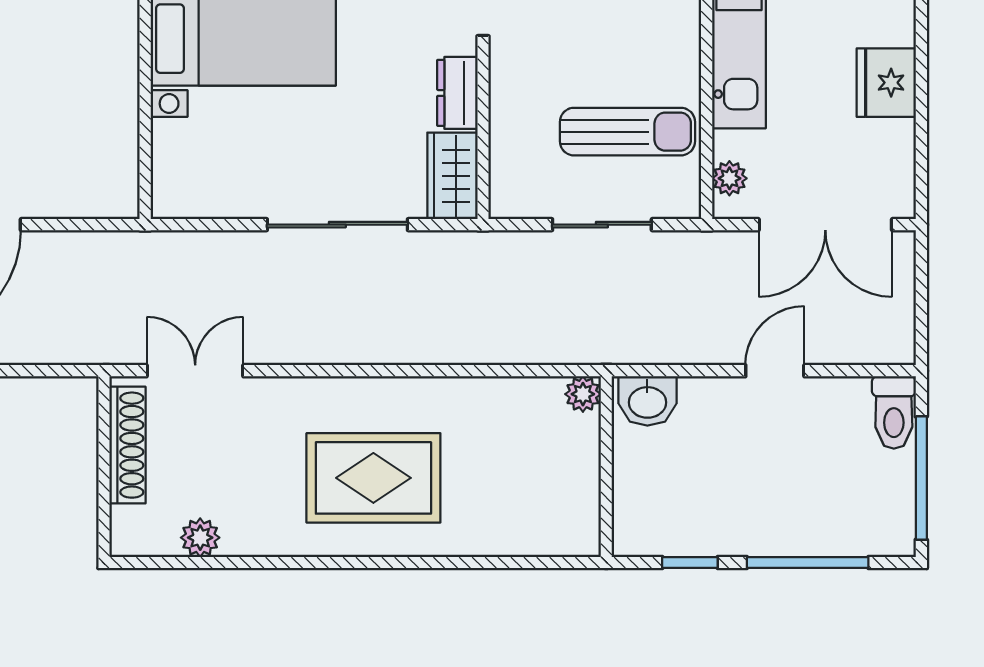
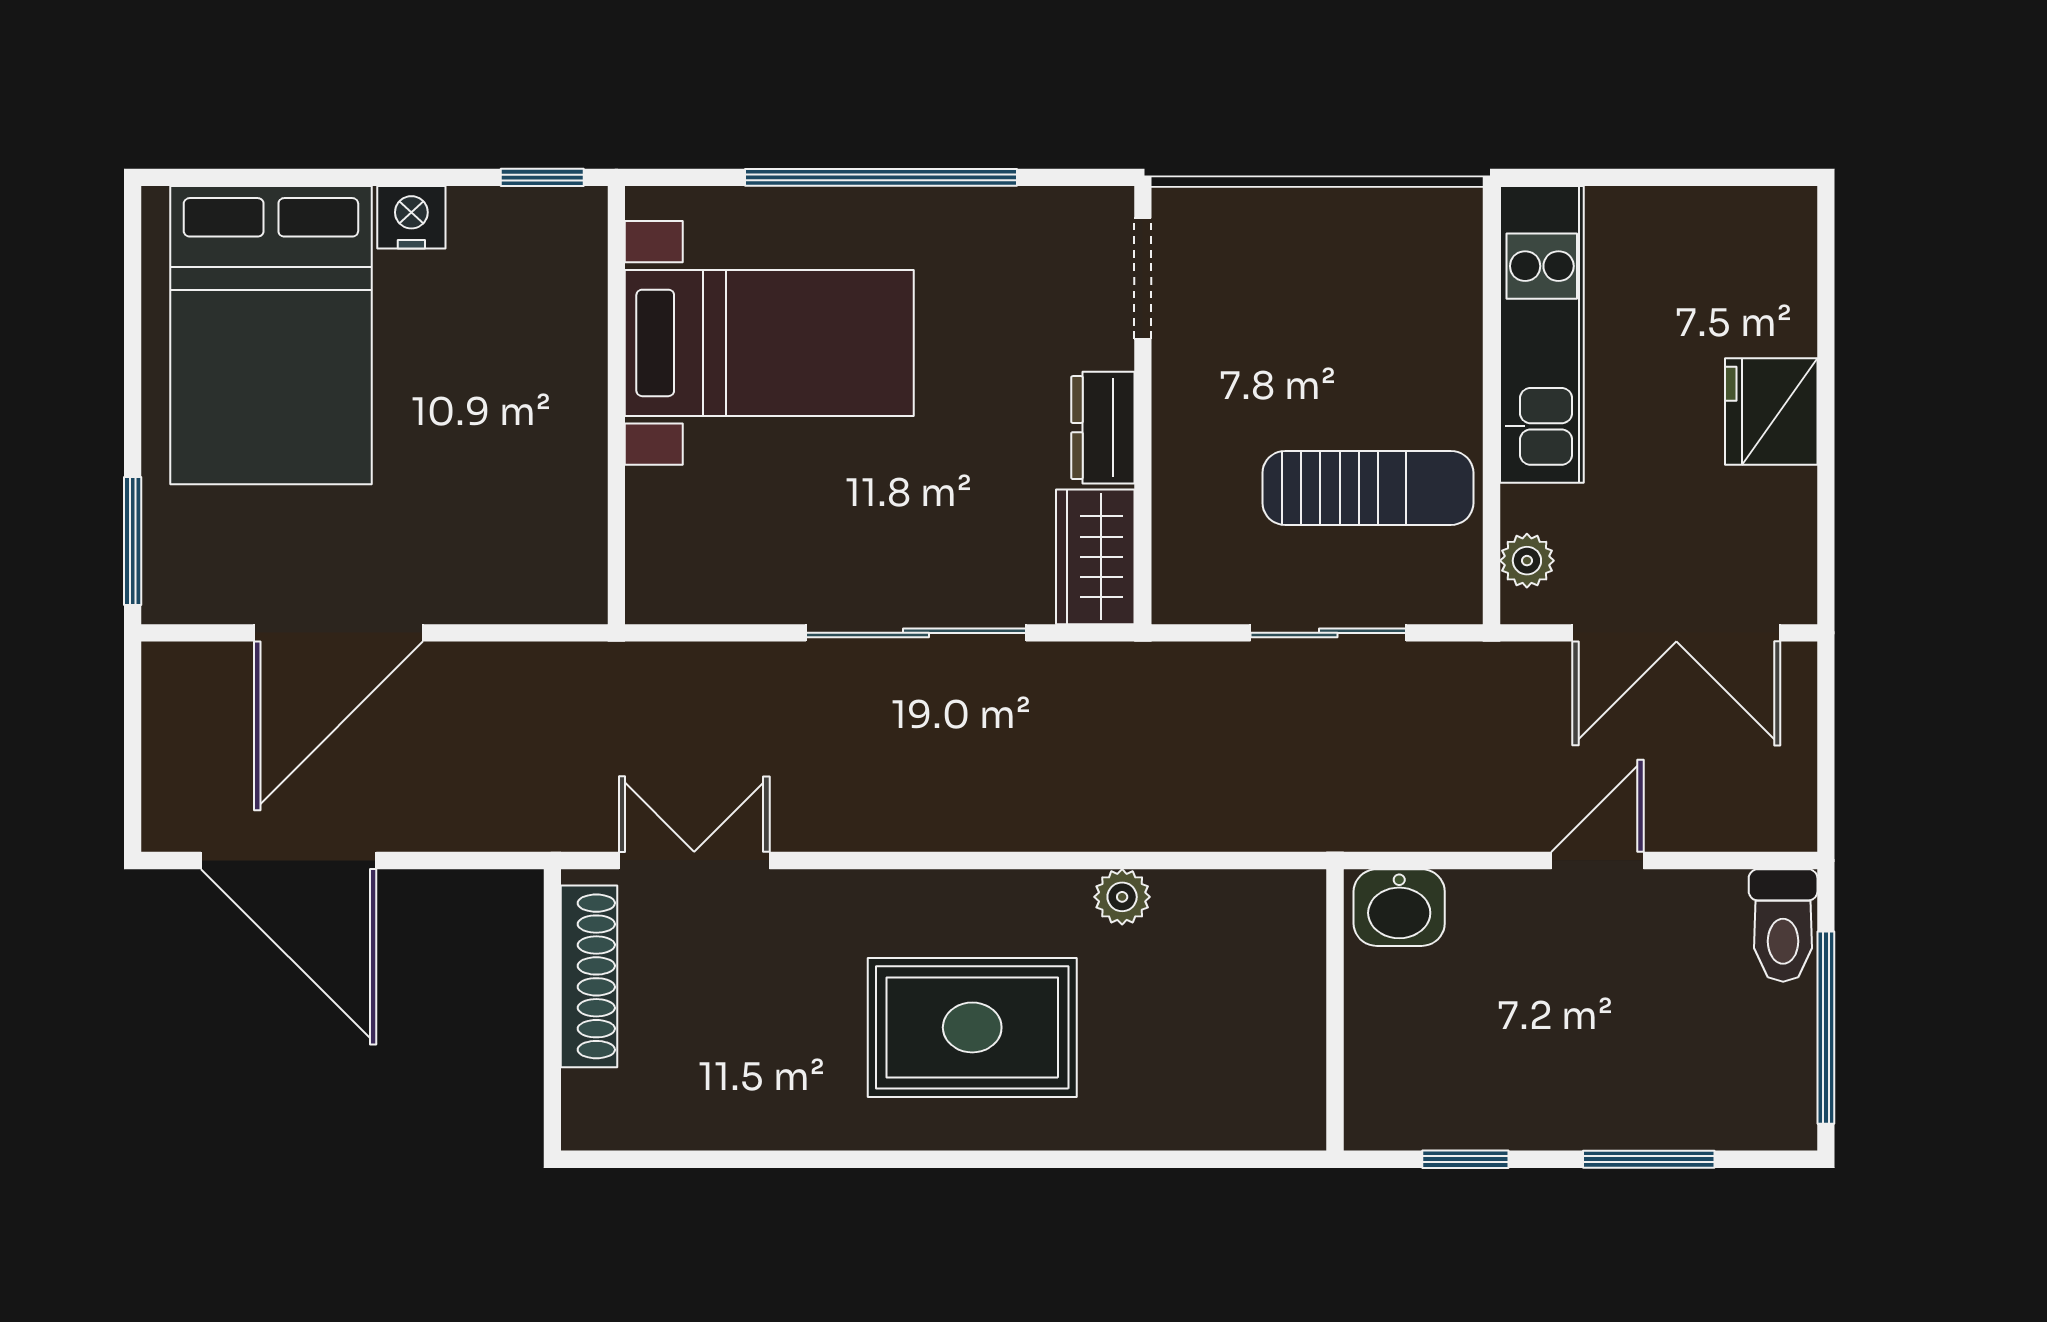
plant: (583, 394) -> (1122, 897), moved
plant: (200, 538) -> (702, 1121), removed
window: (808, 563) -> (1649, 1159), width x0.69

